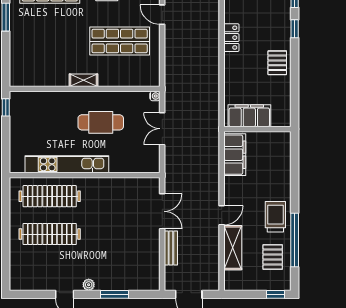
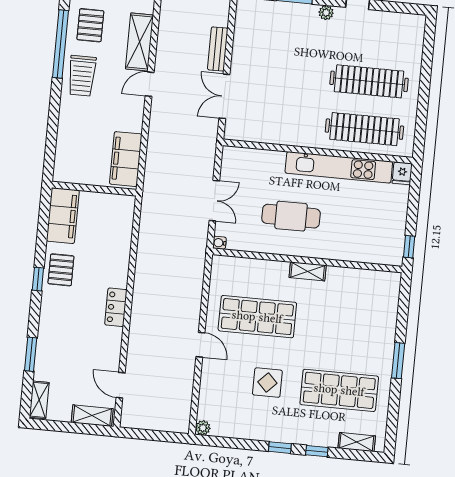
window: (295, 29) -> (38, 279), moved
filing cabinet: (249, 116) -> (63, 216), moved, turned -90
fridge: (17, 164) -> (402, 173), added

